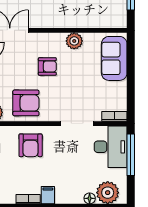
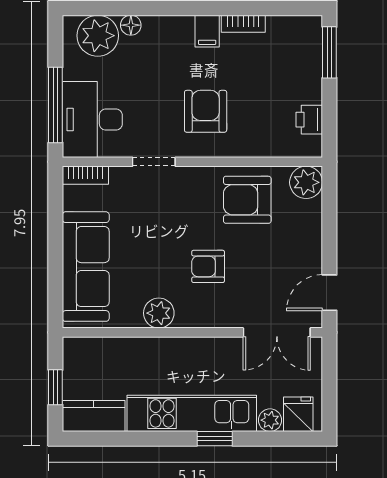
sofa: (114, 58) -> (86, 267), width x1.36
doorway: (77, 124) -> (154, 162), width x0.73
armchair: (31, 145) -> (206, 111), moved

